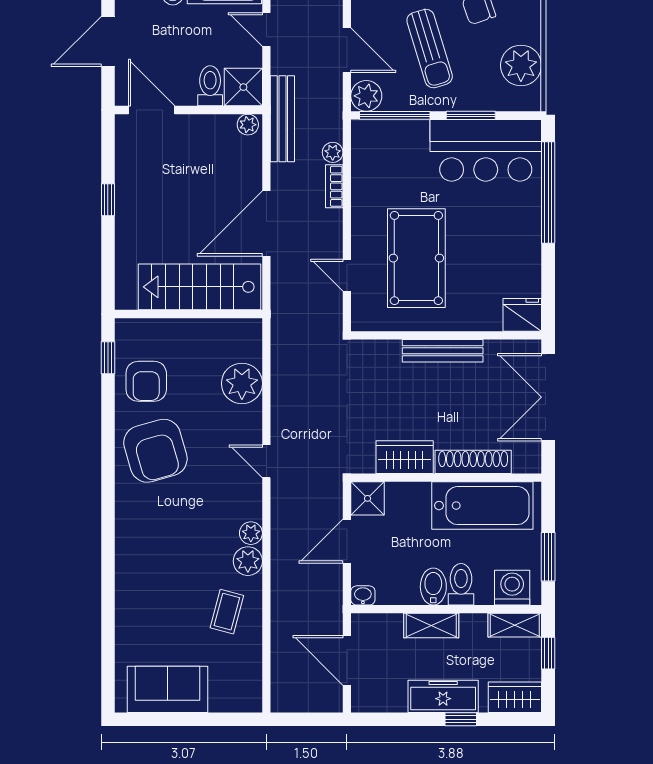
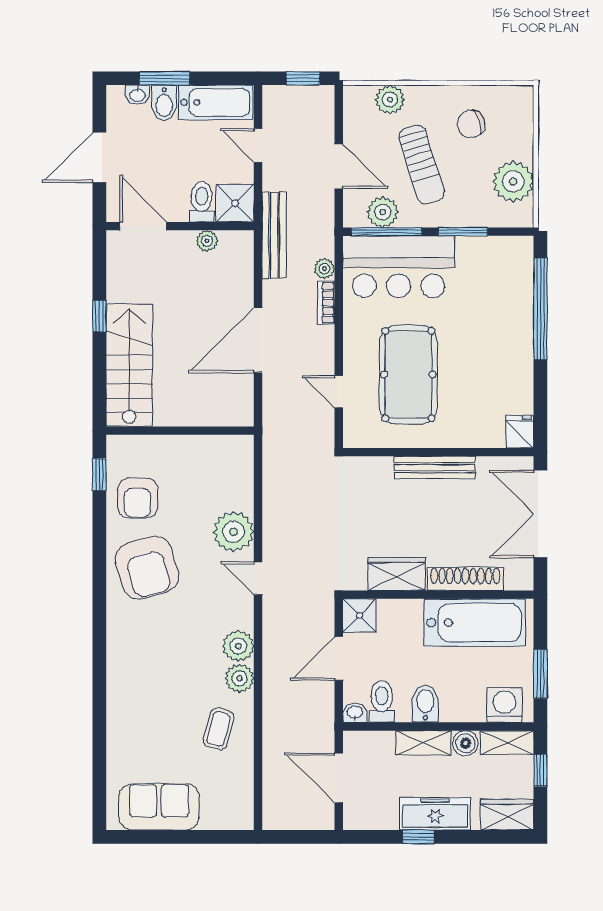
plant: (366, 96) -> (383, 212), moved
plant: (248, 125) -> (207, 241), moved
bar counter: (486, 150) -> (399, 267), moved
stairs: (199, 287) -> (129, 365), moved, turned 90
fridge: (522, 315) -> (520, 432), width x0.72
plant: (242, 383) -> (234, 532), moved
plant: (251, 533) -> (238, 646), width x1.38, depth x1.38
toilet: (461, 584) -> (382, 702), moved
boiler: (473, 626) -> (466, 743), added
window: (461, 719) -> (418, 837), moved

